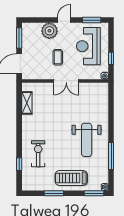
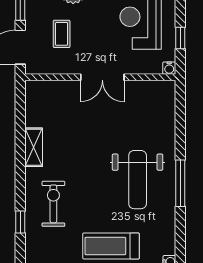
coffee table: (58, 57) -> (62, 34), moved
shelving: (27, 103) -> (34, 147), moved
window: (111, 156) -> (180, 183), moved

